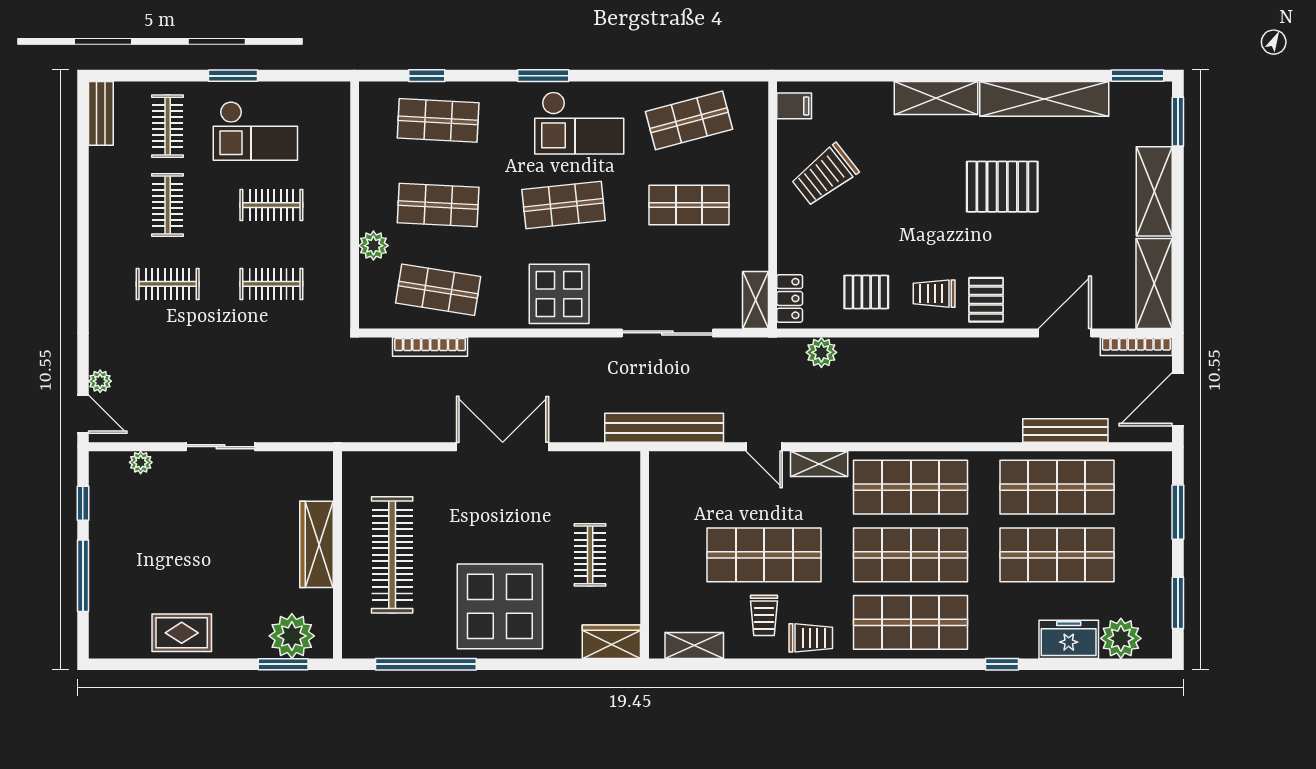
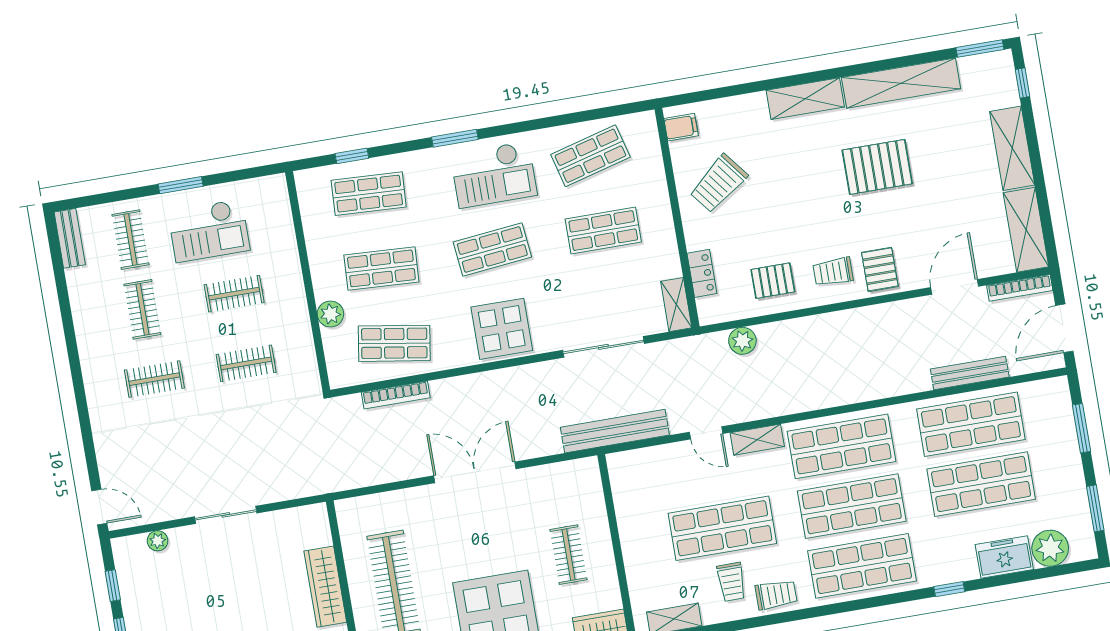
window: (1178, 122) -> (1023, 83), width x0.67
locker: (790, 298) -> (702, 273), moved
plant: (100, 381) -> (109, 475), removed

